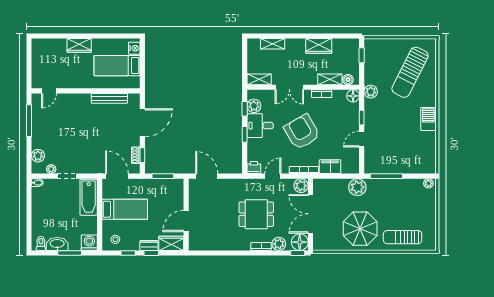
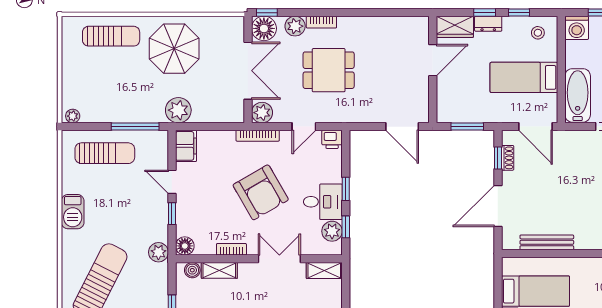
door: (362, 139) -> (172, 182), swing flipped
sun lounger: (407, 158) -> (105, 153), added
filing cabinet: (330, 167) -> (186, 146), moved, turned -90

